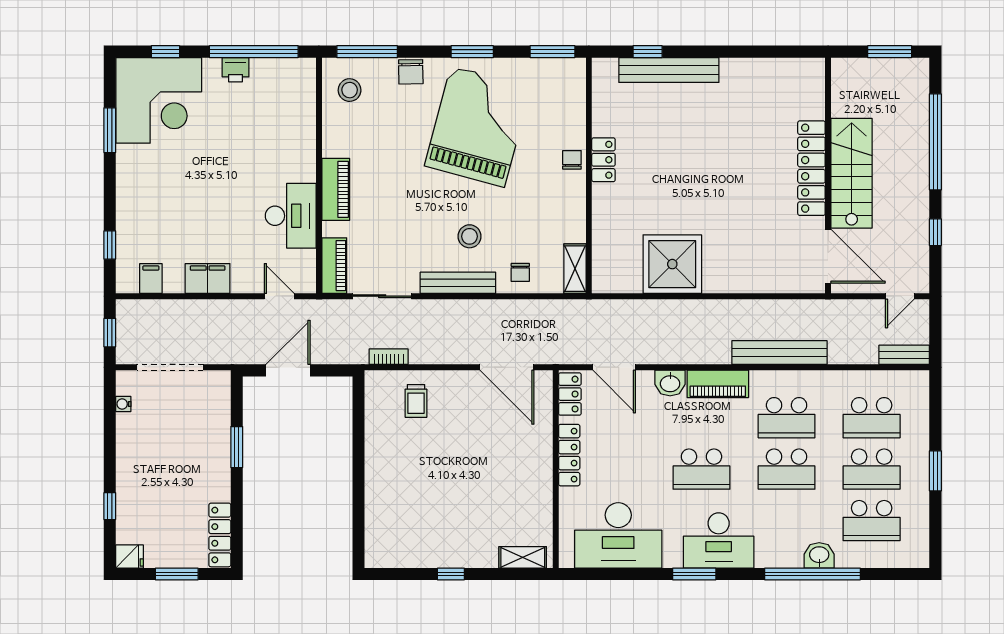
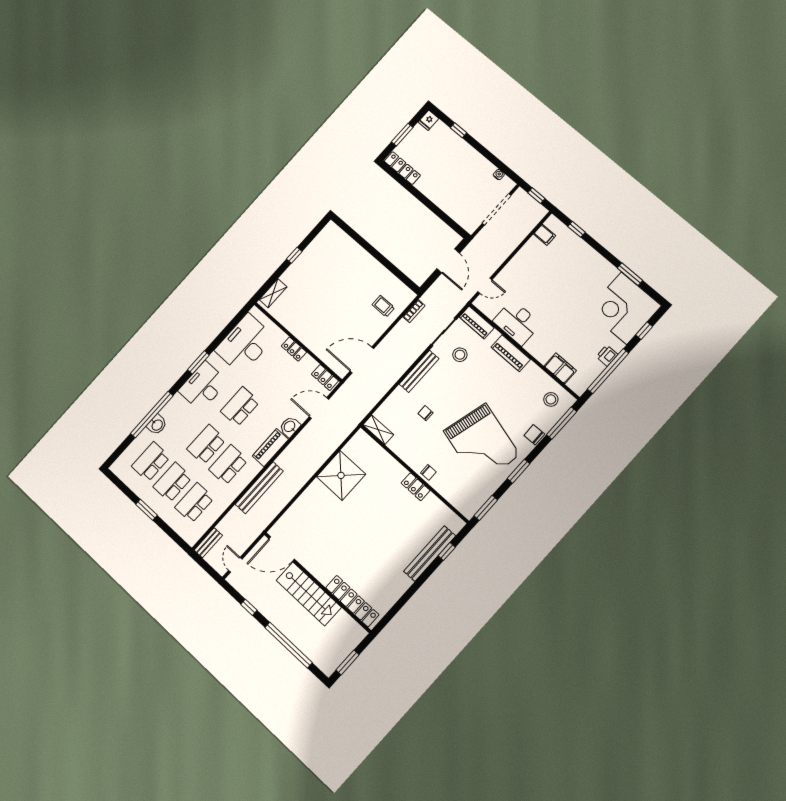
locker: (811, 168) -> (352, 601), moved
stool: (470, 236) -> (460, 355), moved
chair: (520, 272) -> (426, 413), moved
filing cabinet: (208, 278) -> (560, 368), moved, turned -90
window: (237, 447) -> (434, 209), removed
locker: (569, 455) -> (294, 349), width x0.66

